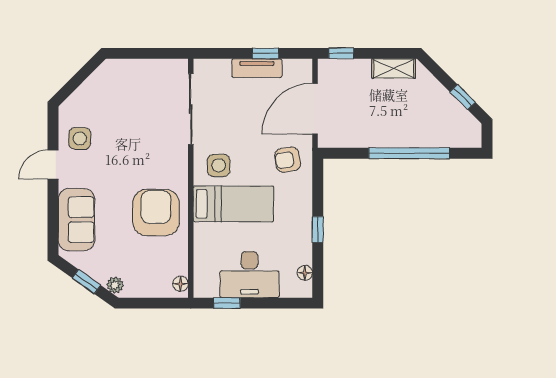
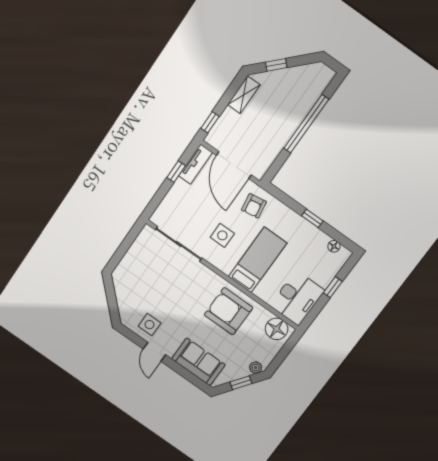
tv unit: (257, 68) -> (195, 164), moved
window: (463, 97) -> (276, 65), moved
side table: (219, 165) -> (222, 235), moved
desk: (249, 275) -> (297, 298), moved
floor lamp: (180, 284) -> (277, 329), width x1.89, depth x1.89
window: (227, 303) -> (333, 287), moved

